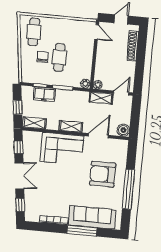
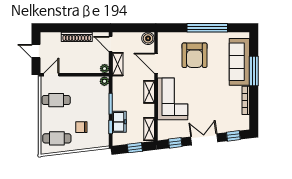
shoe rack: (133, 46) -> (77, 37), moved
cafe table: (59, 57) -> (56, 100), moved

